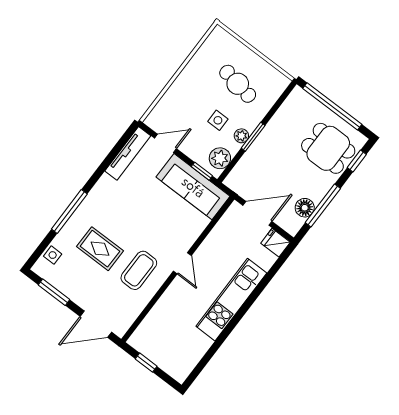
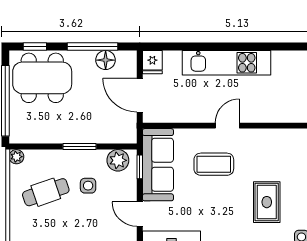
cafe table: (238, 84) -> (46, 192), turned 61
plant: (241, 136) -> (16, 157), moved
dining table: (328, 148) -> (42, 78), width x1.37
coffee table: (139, 270) -> (214, 164), moved

